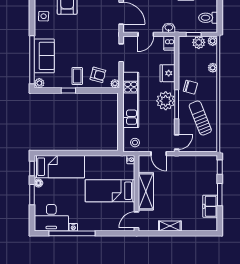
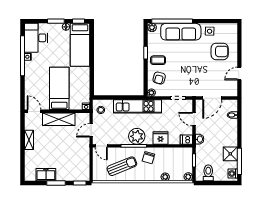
plant: (199, 42) -> (187, 165), removed
sofa: (44, 56) -> (181, 32), width x1.36

